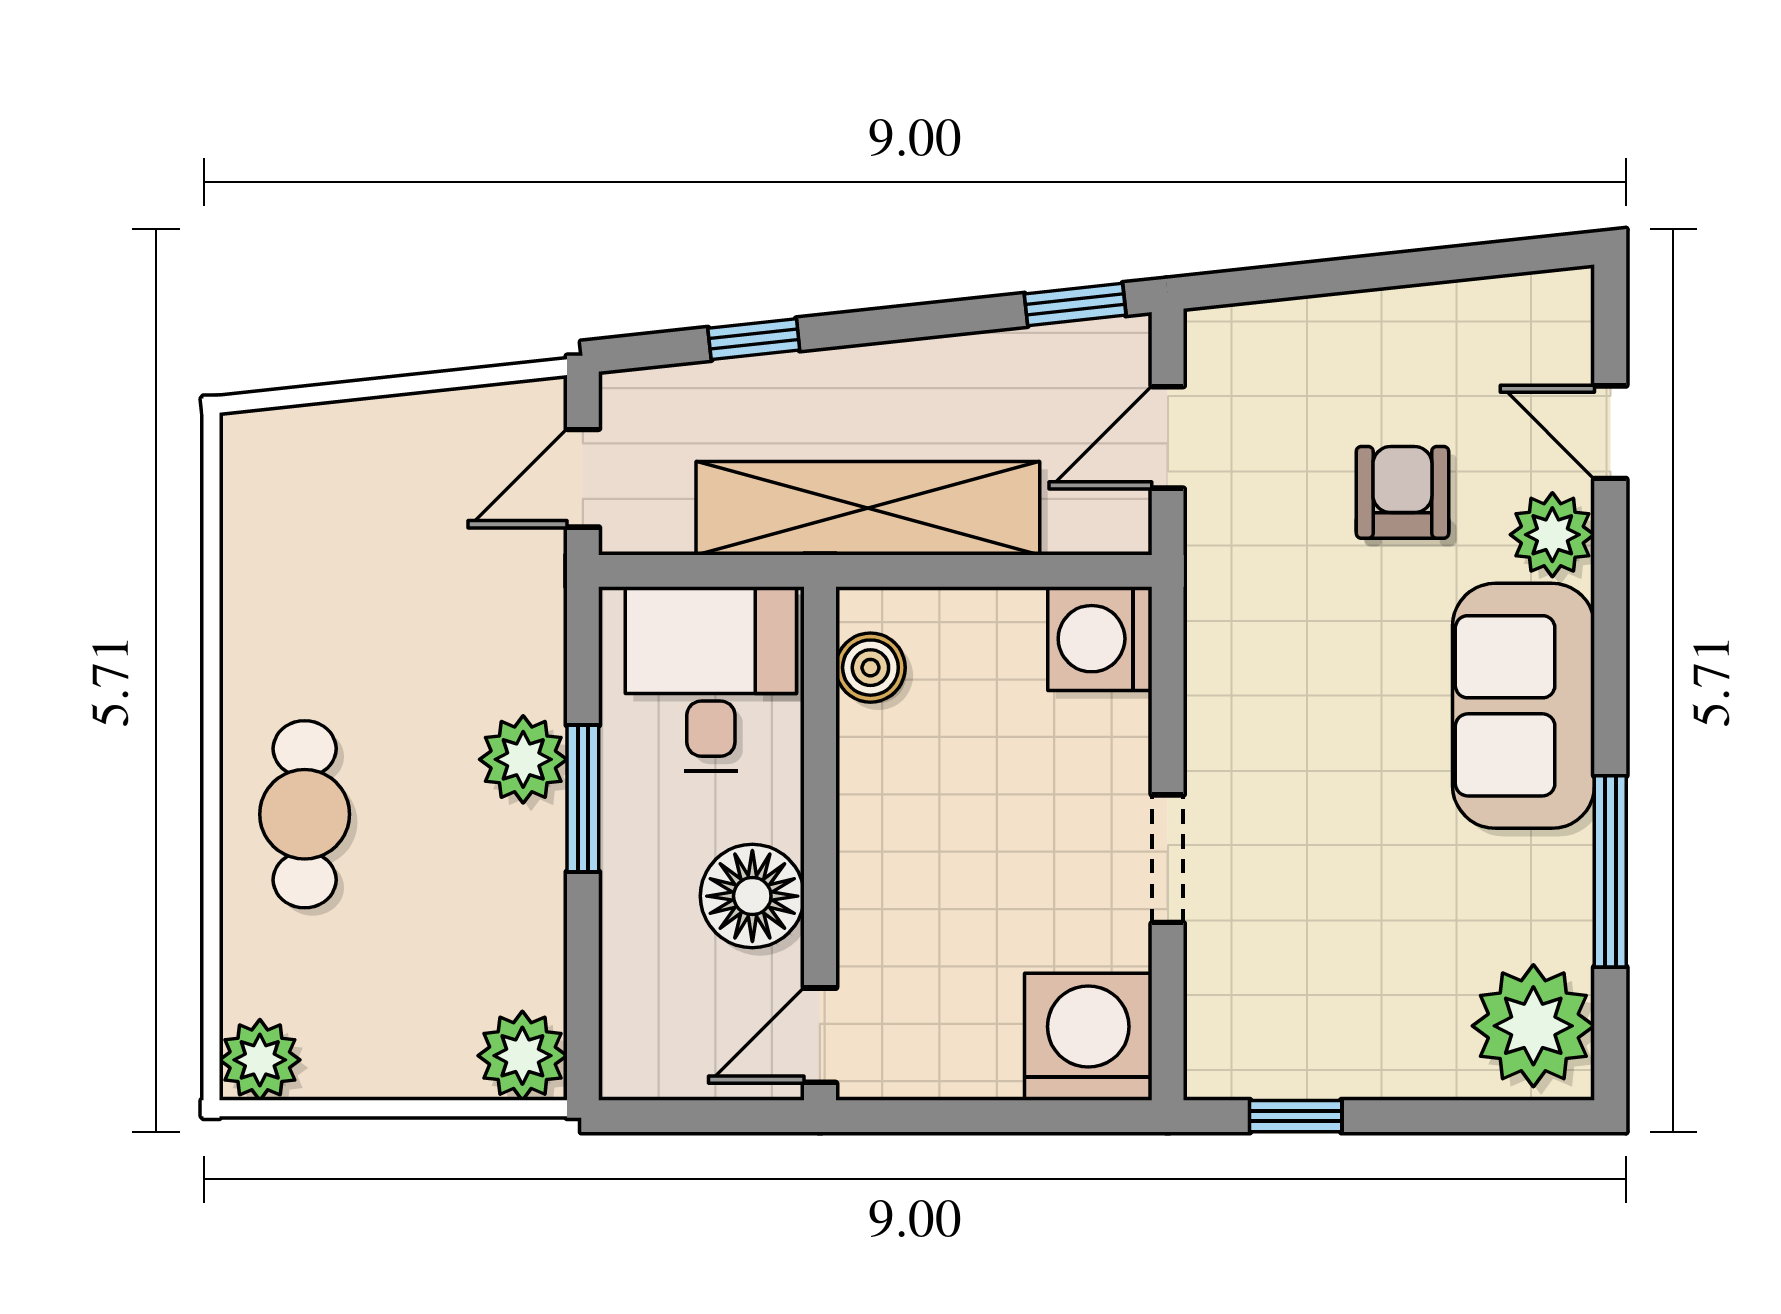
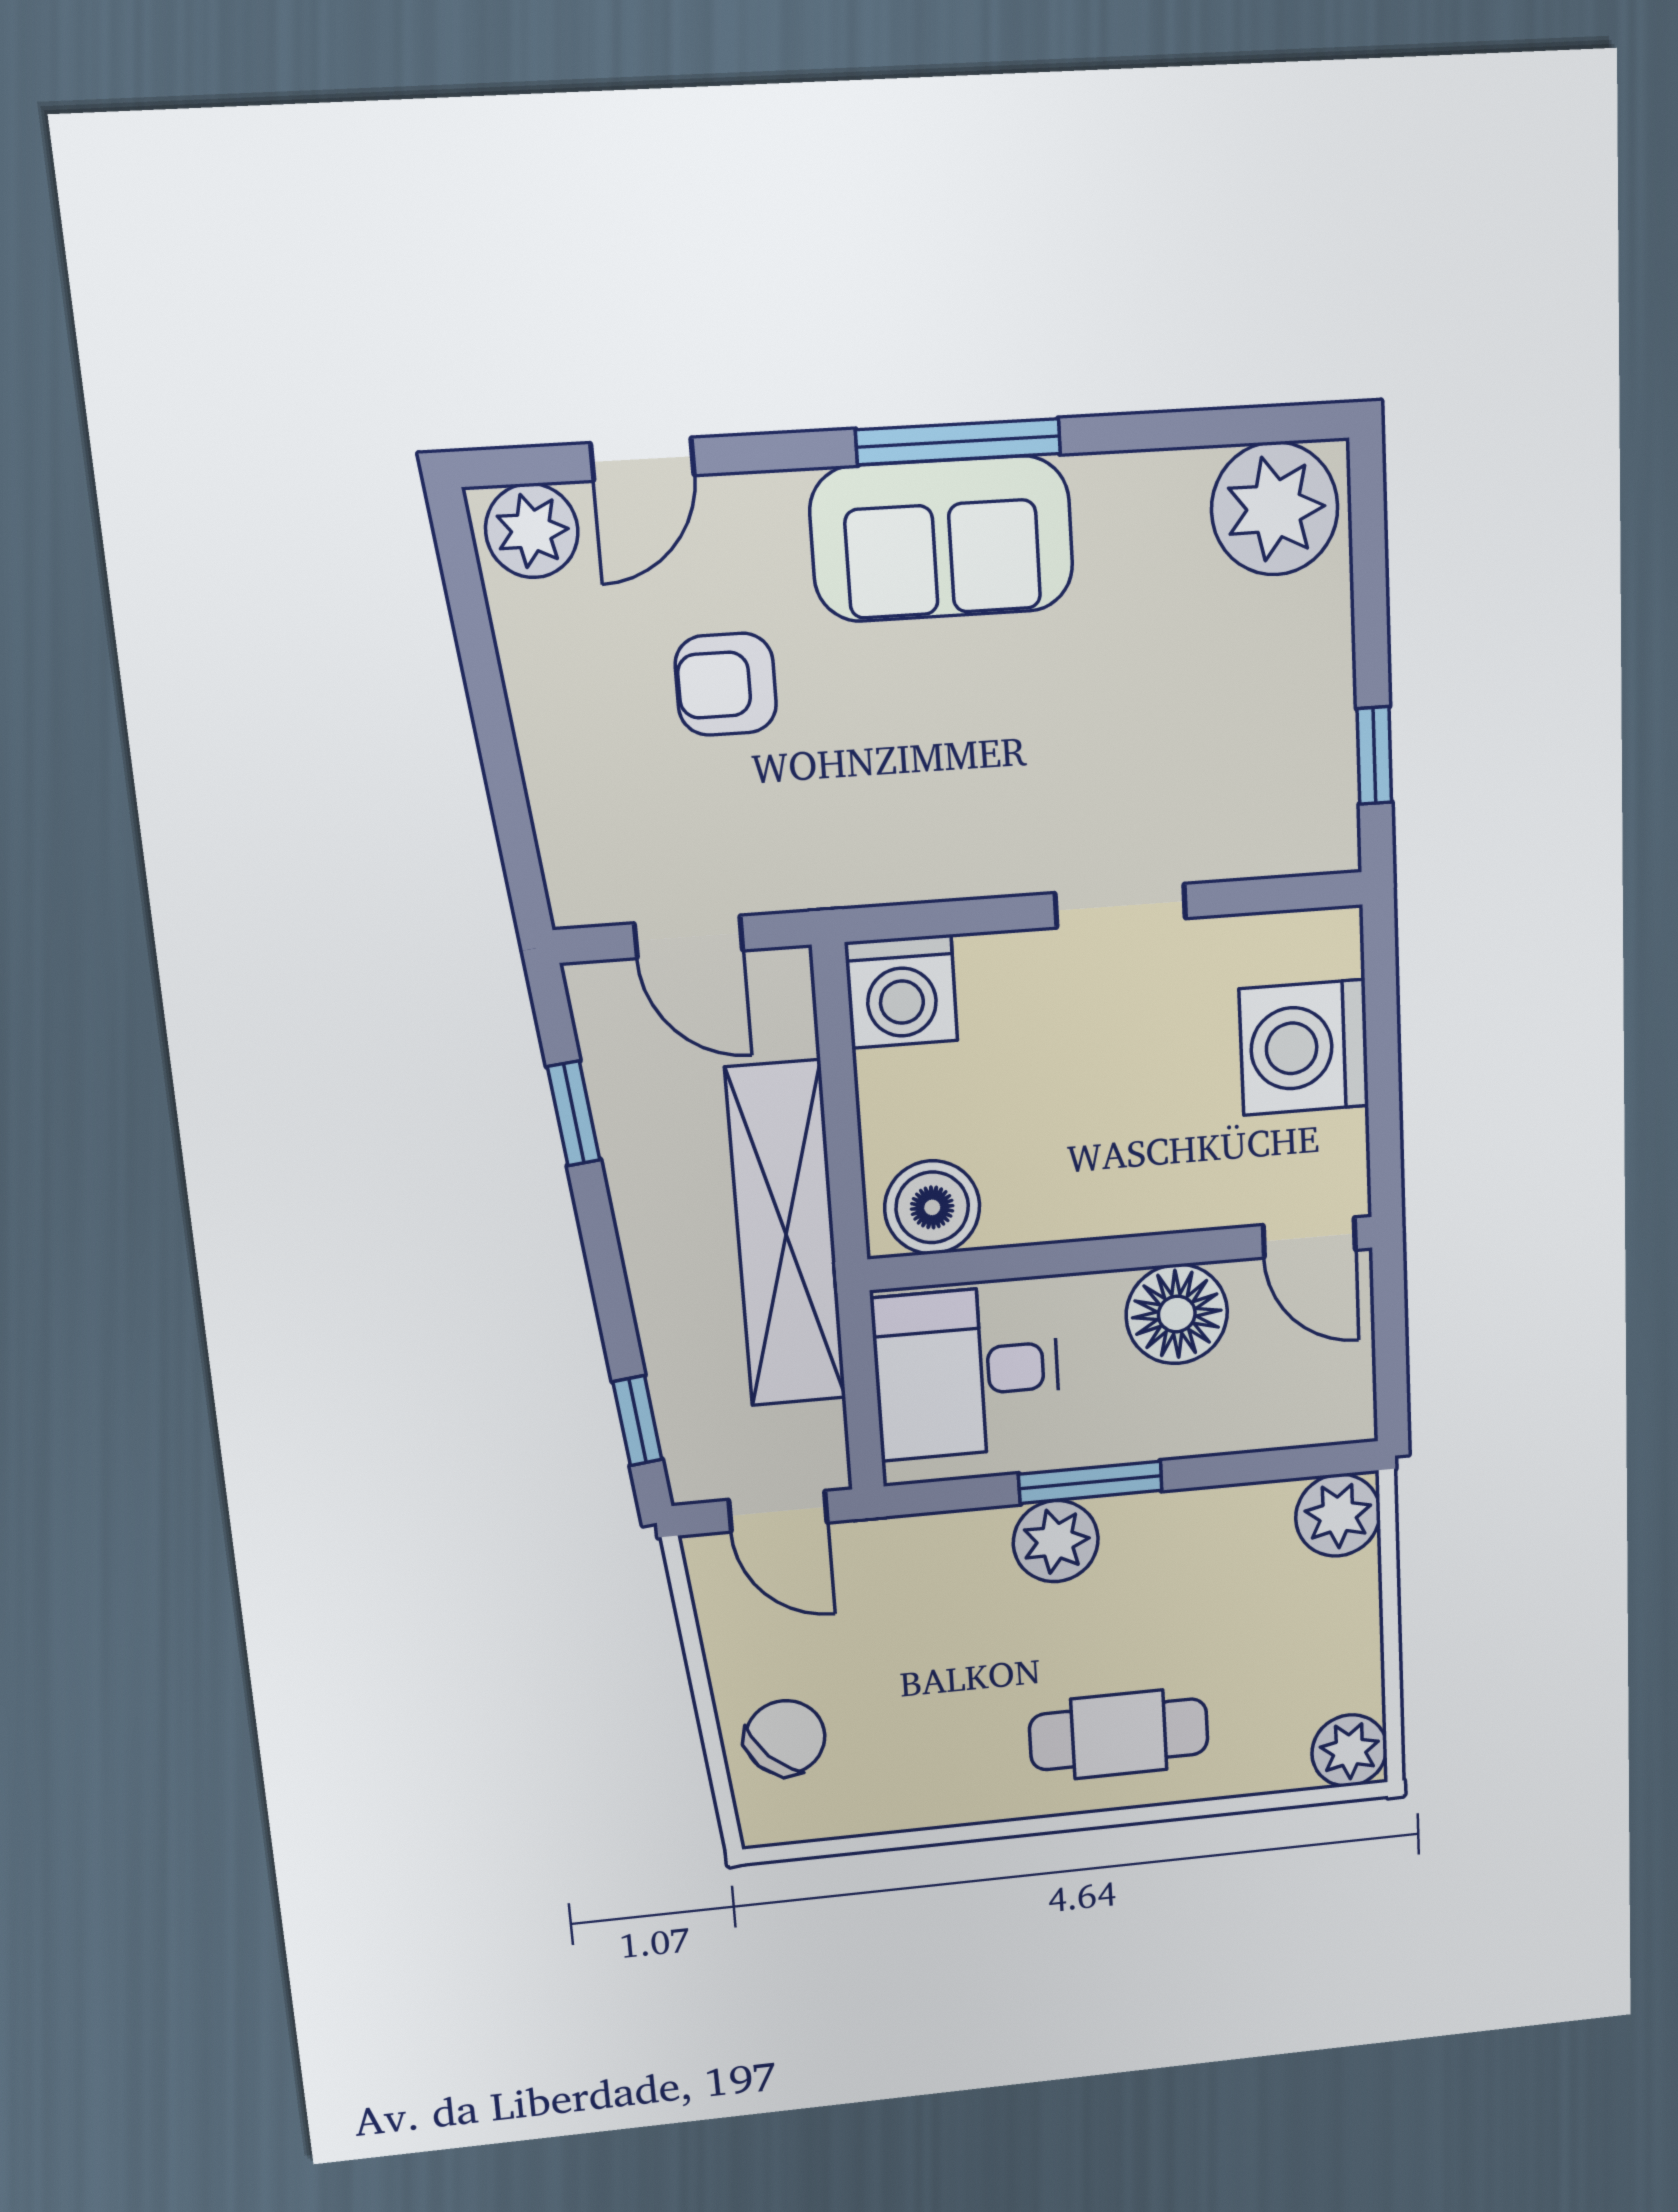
window: (1075, 304) -> (574, 1113), moved
window: (754, 339) -> (637, 1421), moved
chair: (338, 467) -> (785, 1738), added
plant: (1552, 535) -> (532, 531), moved
boiler: (870, 668) -> (932, 1207), width x1.36, depth x1.36
window: (1610, 871) -> (958, 442), moved
washing machine: (1088, 1037) -> (1304, 1047), moved

